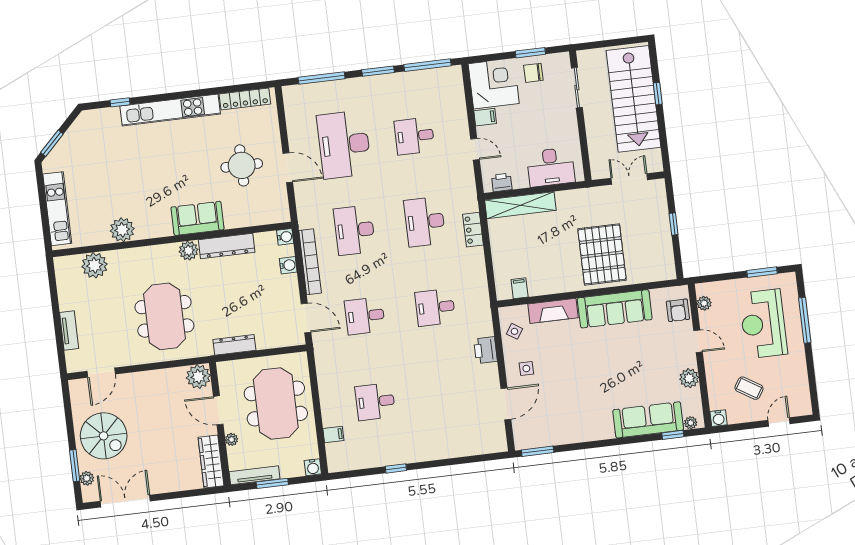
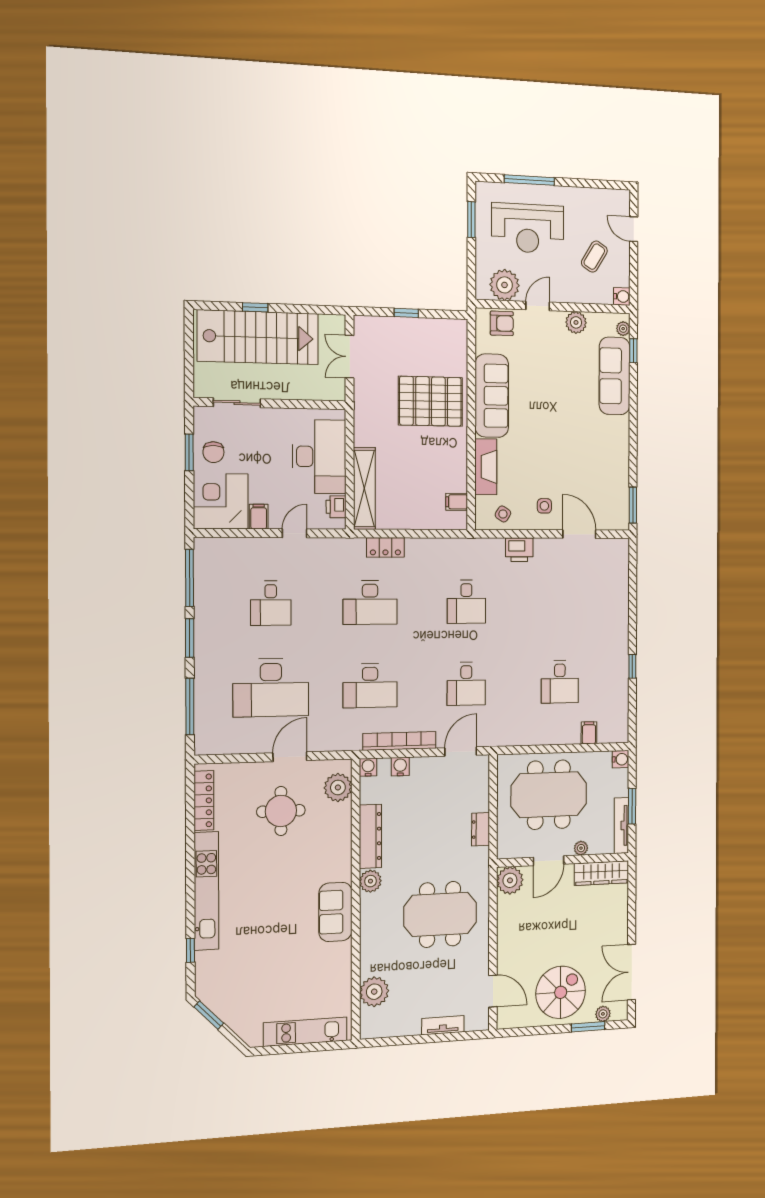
window: (52, 143) -> (209, 1015), moved
desk: (551, 167) -> (319, 457), width x1.36, depth x1.30
sofa: (197, 218) -> (335, 912), moved
plant: (122, 230) -> (338, 787), moved
plant: (704, 303) -> (505, 285), width x1.87, depth x1.87
dresser: (234, 345) -> (481, 829), width x0.70

